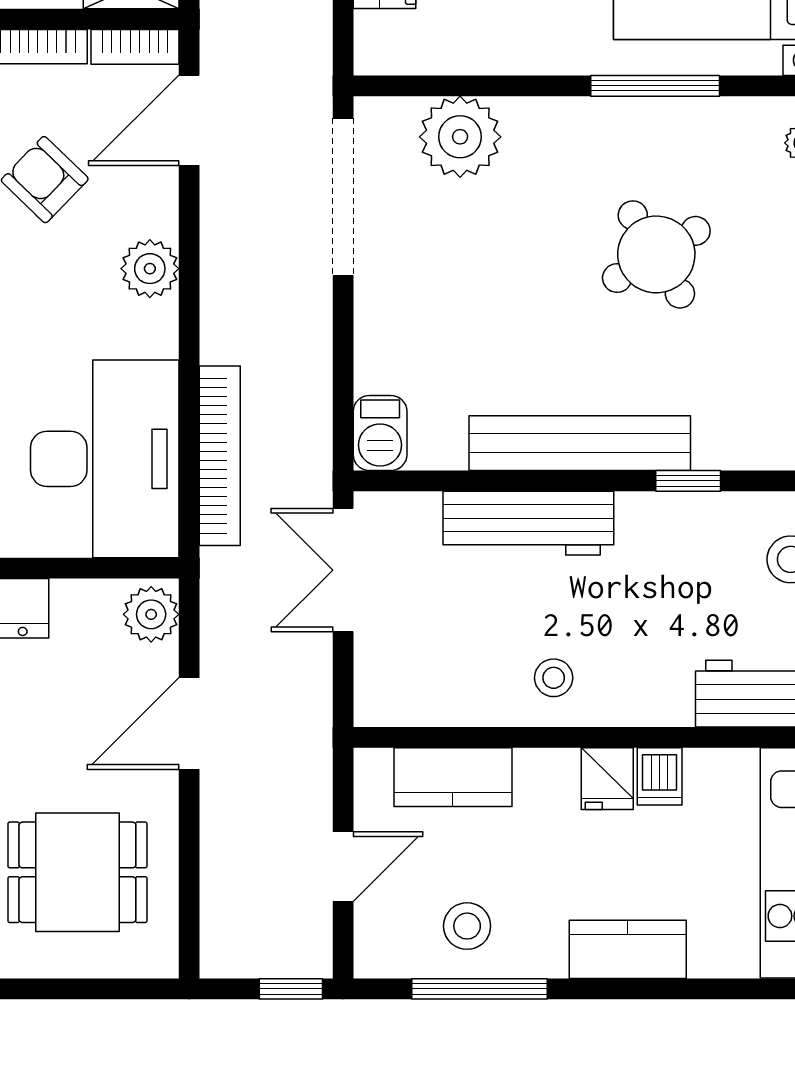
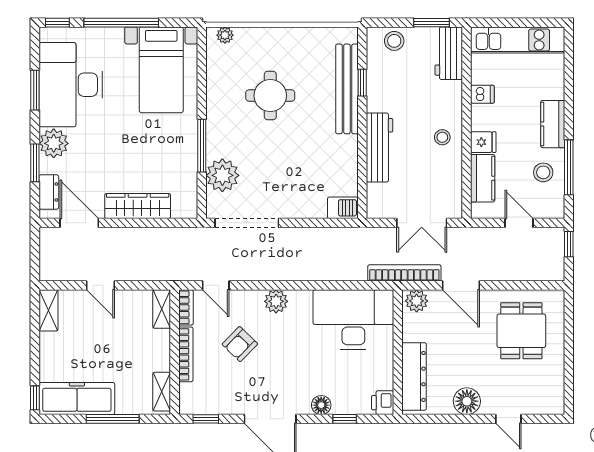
window: (655, 86) -> (202, 146), moved
door: (189, 120) -> (216, 285), width x0.73
round table: (656, 254) -> (270, 96), turned 31
bench: (580, 443) -> (347, 89), moved
bookcase: (220, 456) -> (404, 273), moved
double door: (343, 570) -> (422, 223), moved
fridge: (607, 779) -> (483, 142), moved
kitchen counter: (628, 949) -> (553, 124), moved

